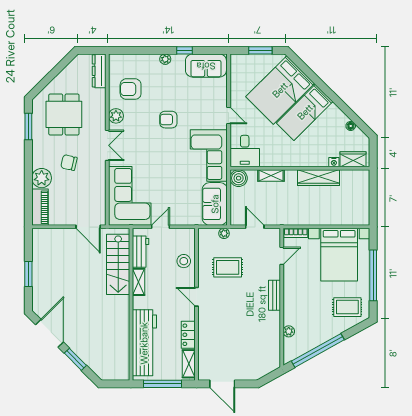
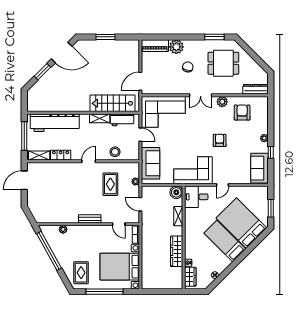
sofa: (215, 204) -> (151, 163), moved, turned 90
door: (255, 227) -> (140, 204), swing flipped

